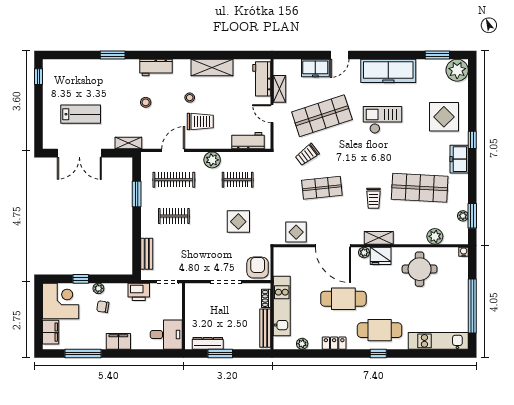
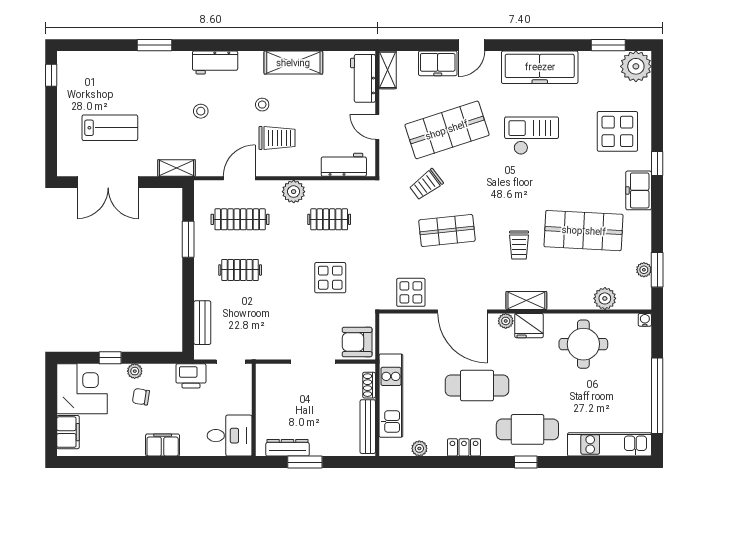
shelving: (279, 89) -> (388, 70), moved
armchair: (258, 268) -> (357, 342), turned -90
window: (83, 353) -> (113, 462), removed

